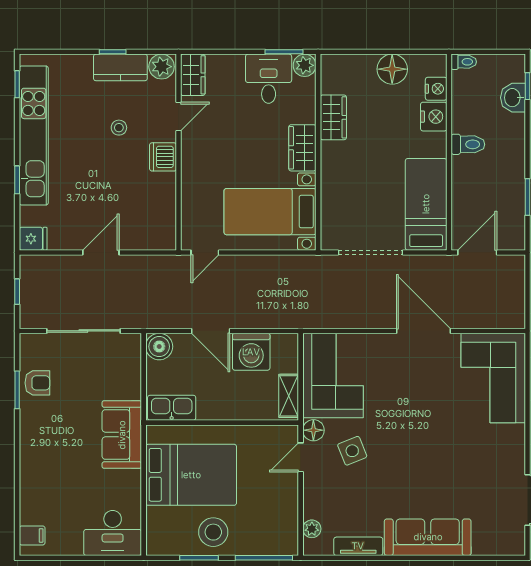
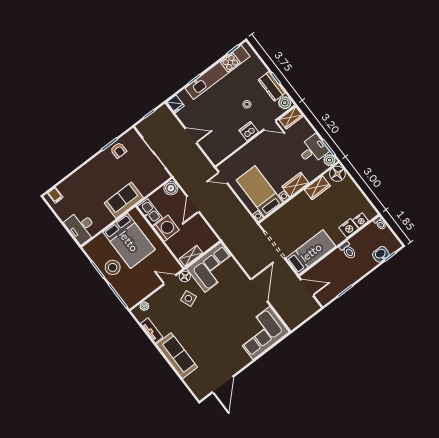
floor lamp: (392, 69) -> (337, 174), moved
washing machine: (251, 352) -> (166, 228), moved, turned 180

